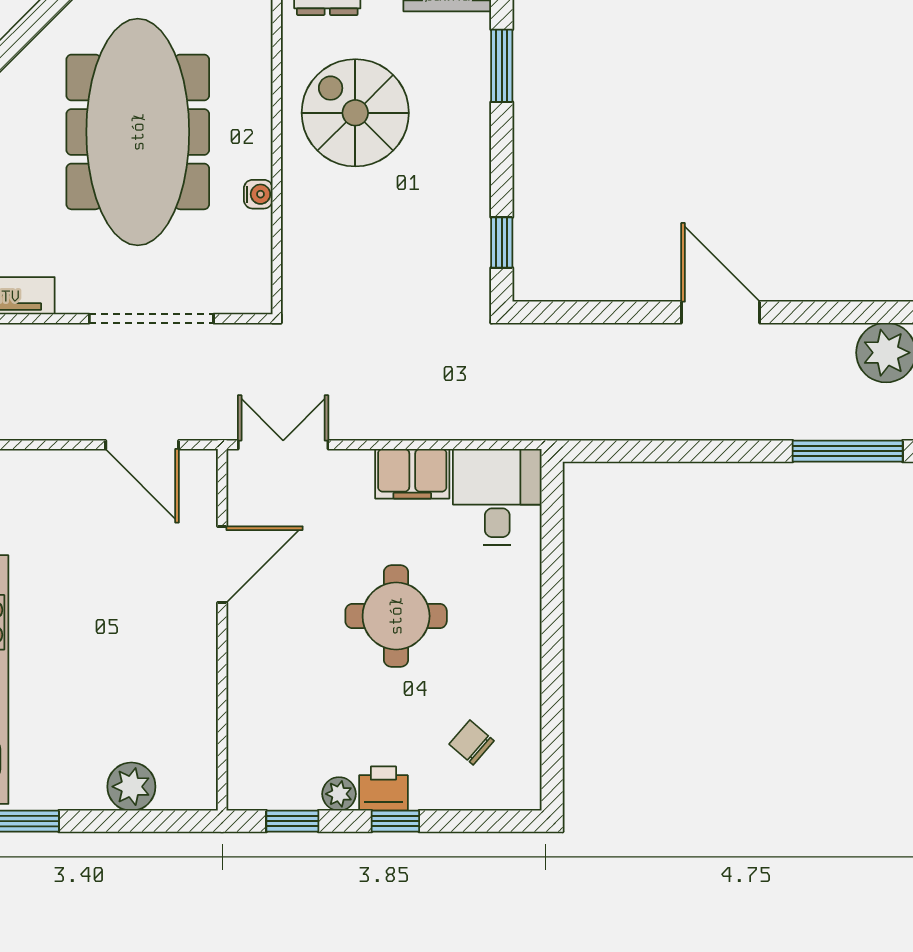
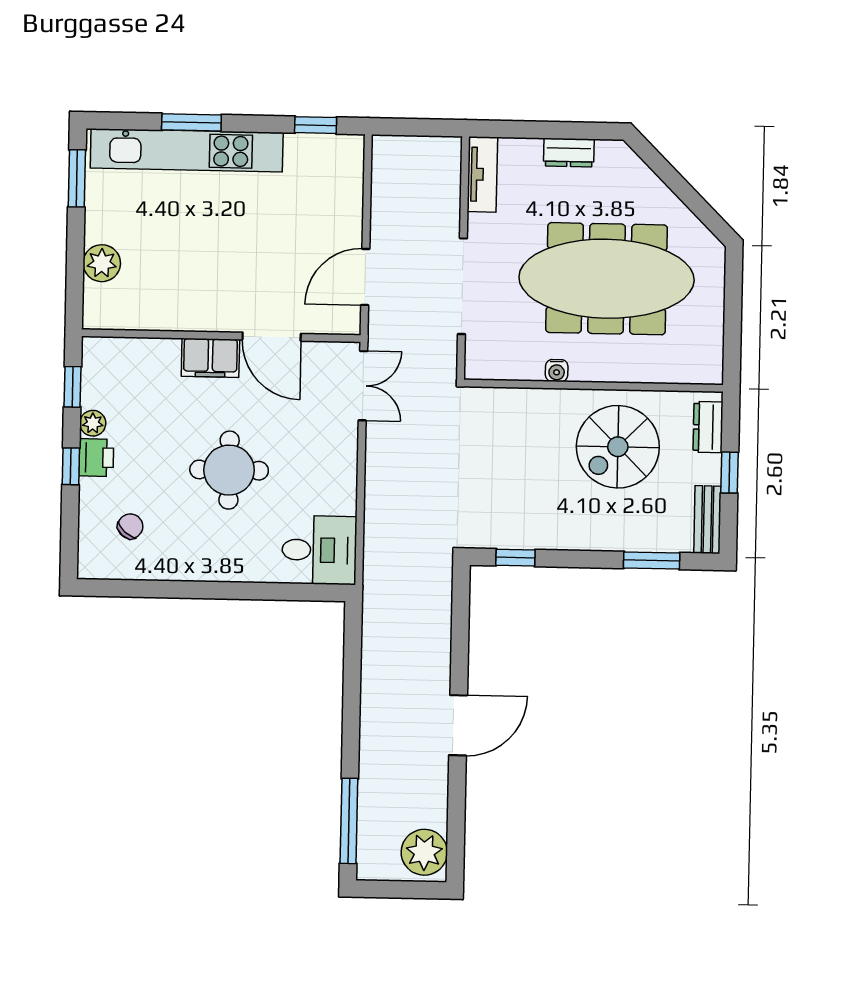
spiral stairs: (355, 113) -> (618, 447), turned 180
filing cabinet: (412, 474) -> (210, 358), moved, turned -90

